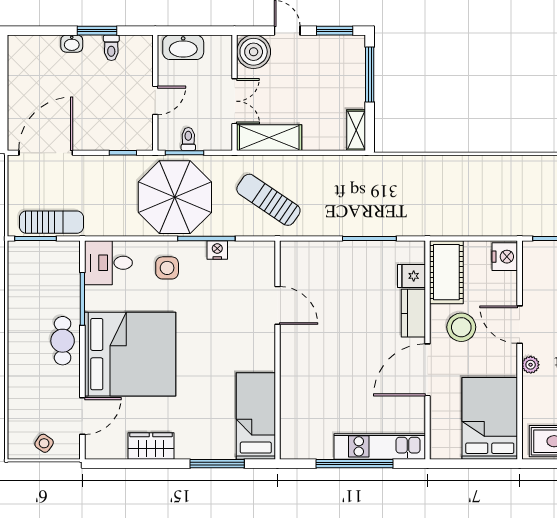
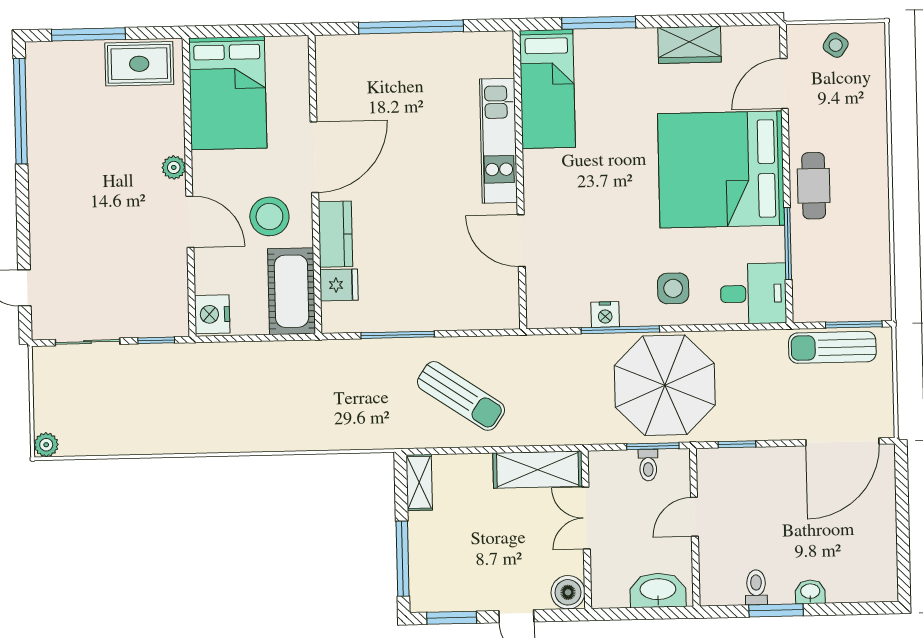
boiler: (254, 52) -> (568, 592), width x0.73, depth x0.73
sun lounger: (268, 200) -> (461, 396), moved
kitchen unit: (380, 446) -> (499, 141), moved, turned 90

